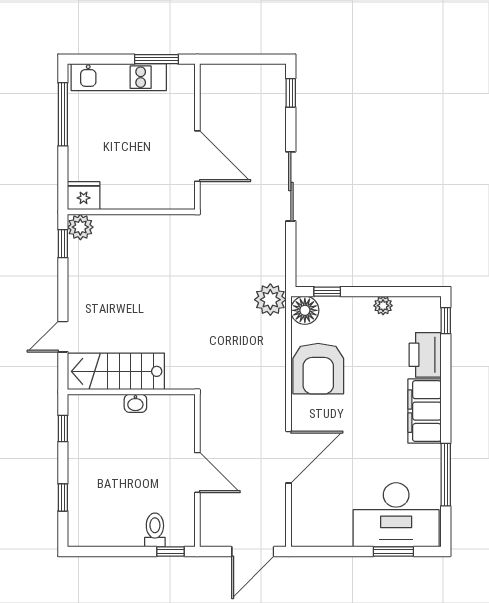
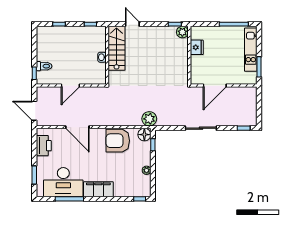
fridge: (84, 196) -> (197, 47), moved
printer: (425, 355) -> (44, 146), moved, turned 90
desk: (396, 515) -> (63, 182), moved, turned -90

